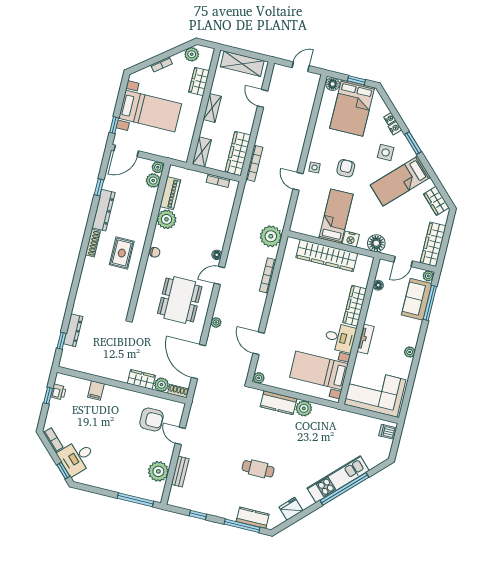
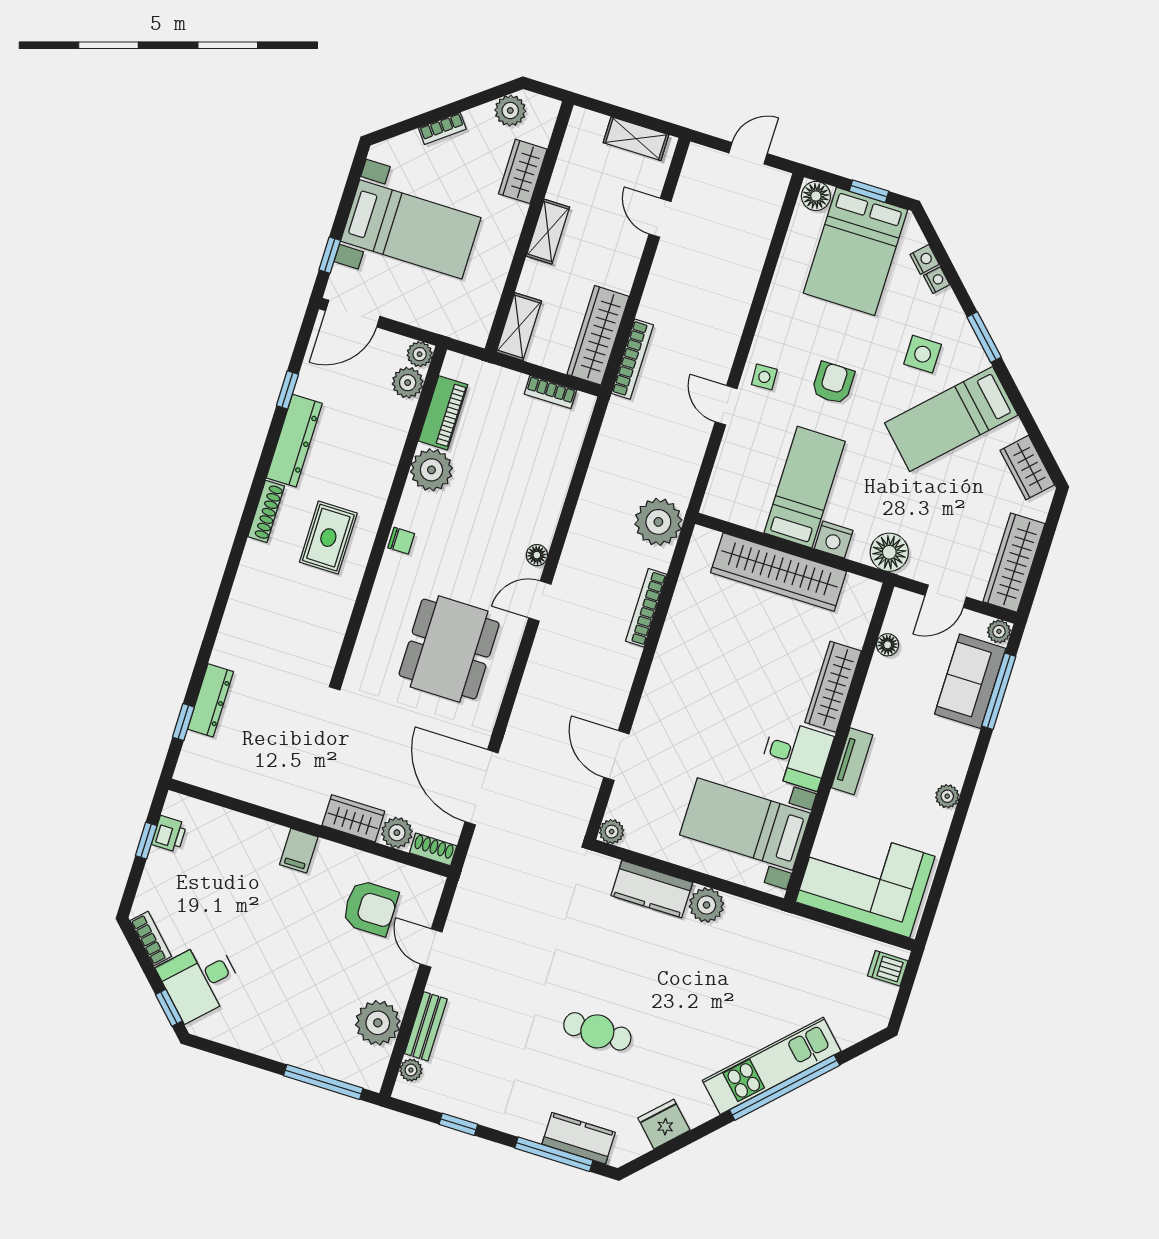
shelving: (242, 64) -> (636, 139), width x0.67, depth x0.75
nightstand: (395, 128) -> (925, 259), moved
plant: (216, 322) -> (411, 1070), moved
filing cabinet: (96, 390) -> (299, 851), moved

